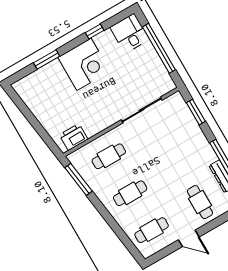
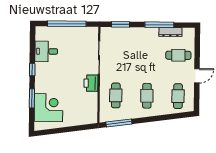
window: (95, 32) -> (32, 70), moved
desk: (130, 33) -> (46, 51), moved
corner desk: (84, 64) -> (49, 108), moved
printer: (74, 137) -> (91, 83), moved

